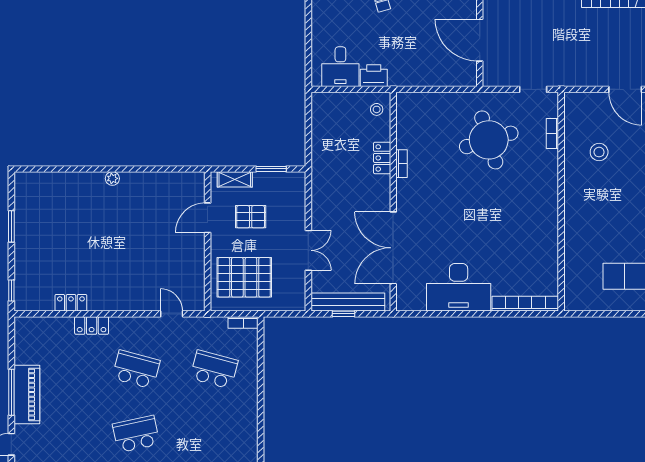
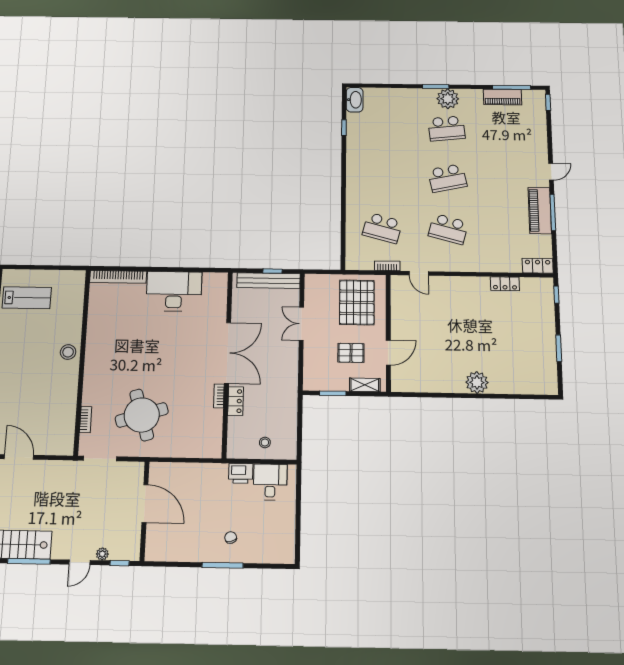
doorway: (533, 89) -> (100, 459), width x1.38
stool: (377, 109) -> (265, 442), moved
stool: (599, 152) -> (68, 352), moved
plant: (112, 178) -> (477, 382), width x1.88, depth x1.88
double door: (393, 248) -> (228, 353), moved
pallet: (244, 277) -> (357, 302), turned 90
bookcase: (243, 322) -> (387, 266), moved
locker: (92, 326) -> (538, 266), moved

